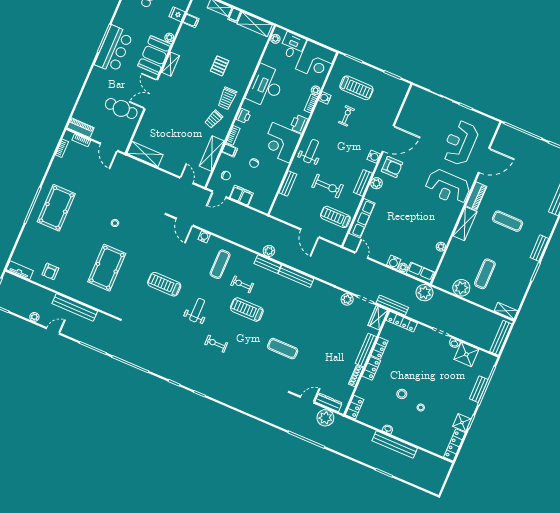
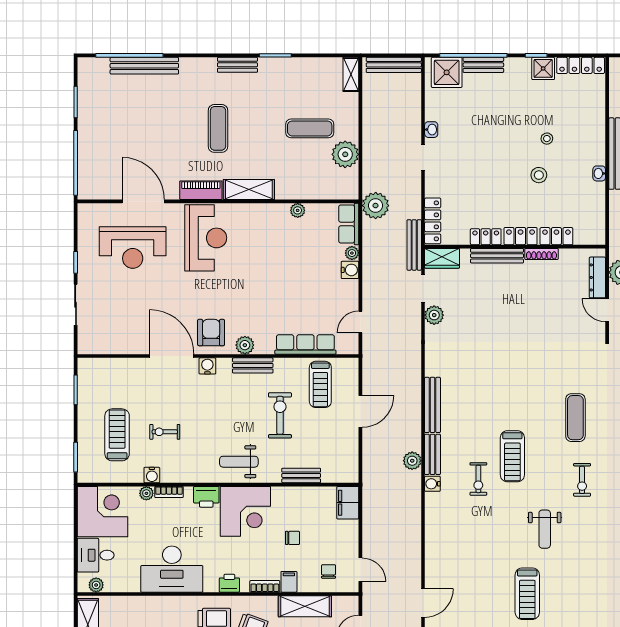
filing cabinet: (241, 195) -> (348, 503), moved
water cooler: (204, 237) -> (432, 484), moved
exercise mat: (220, 264) -> (463, 524), removed
weight bench: (197, 310) -> (545, 529), turned -90
exercise mat: (283, 349) -> (575, 418), moved
shower: (466, 354) -> (447, 72), moved
locker: (355, 407) -> (556, 236), moved

